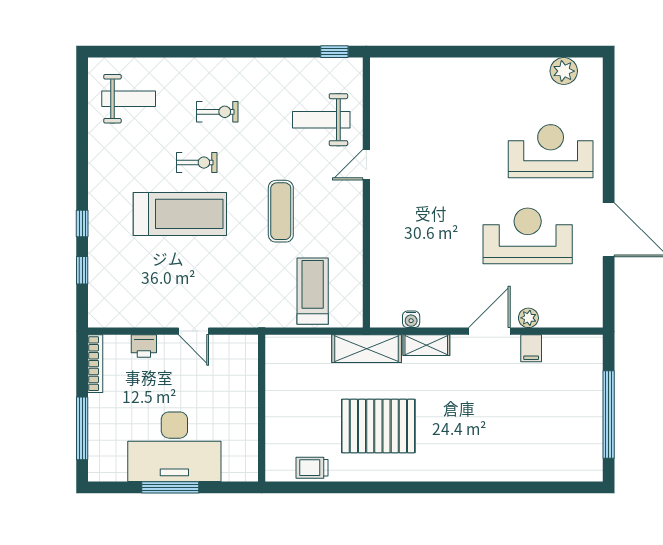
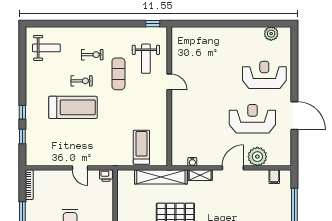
weight bench: (321, 120) -> (146, 59), turned -90
door: (366, 165) -> (169, 82), swing flipped
exercise mat: (281, 211) -> (118, 74), moved
plant: (528, 318) -> (257, 157), width x1.87, depth x1.87
printer: (144, 346) -> (106, 176), moved
filing cabinet: (531, 348) -> (274, 177), moved
shelving: (367, 349) -> (161, 177), width x1.47

